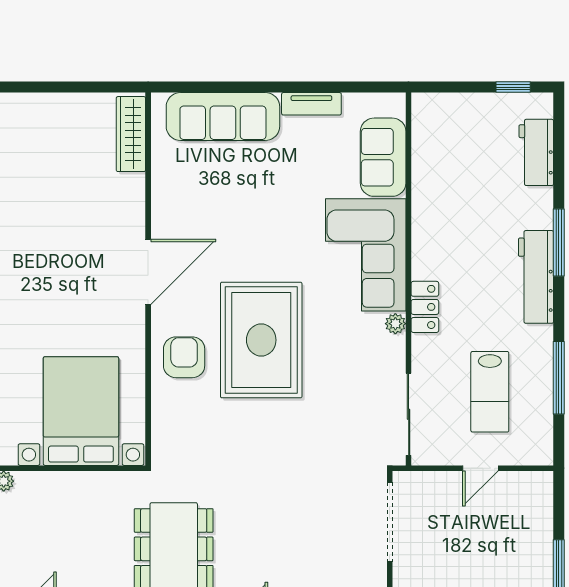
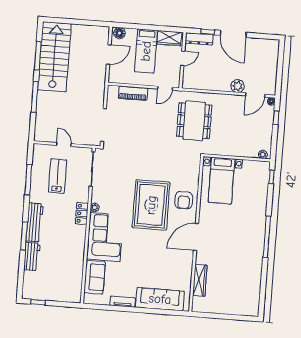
wardrobe: (131, 134) -> (200, 280), moved
workbench: (536, 152) -> (32, 256), moved
bed with nightstands: (81, 411) -> (222, 181), width x0.73
door: (480, 468) -> (64, 144), hinge flipped

